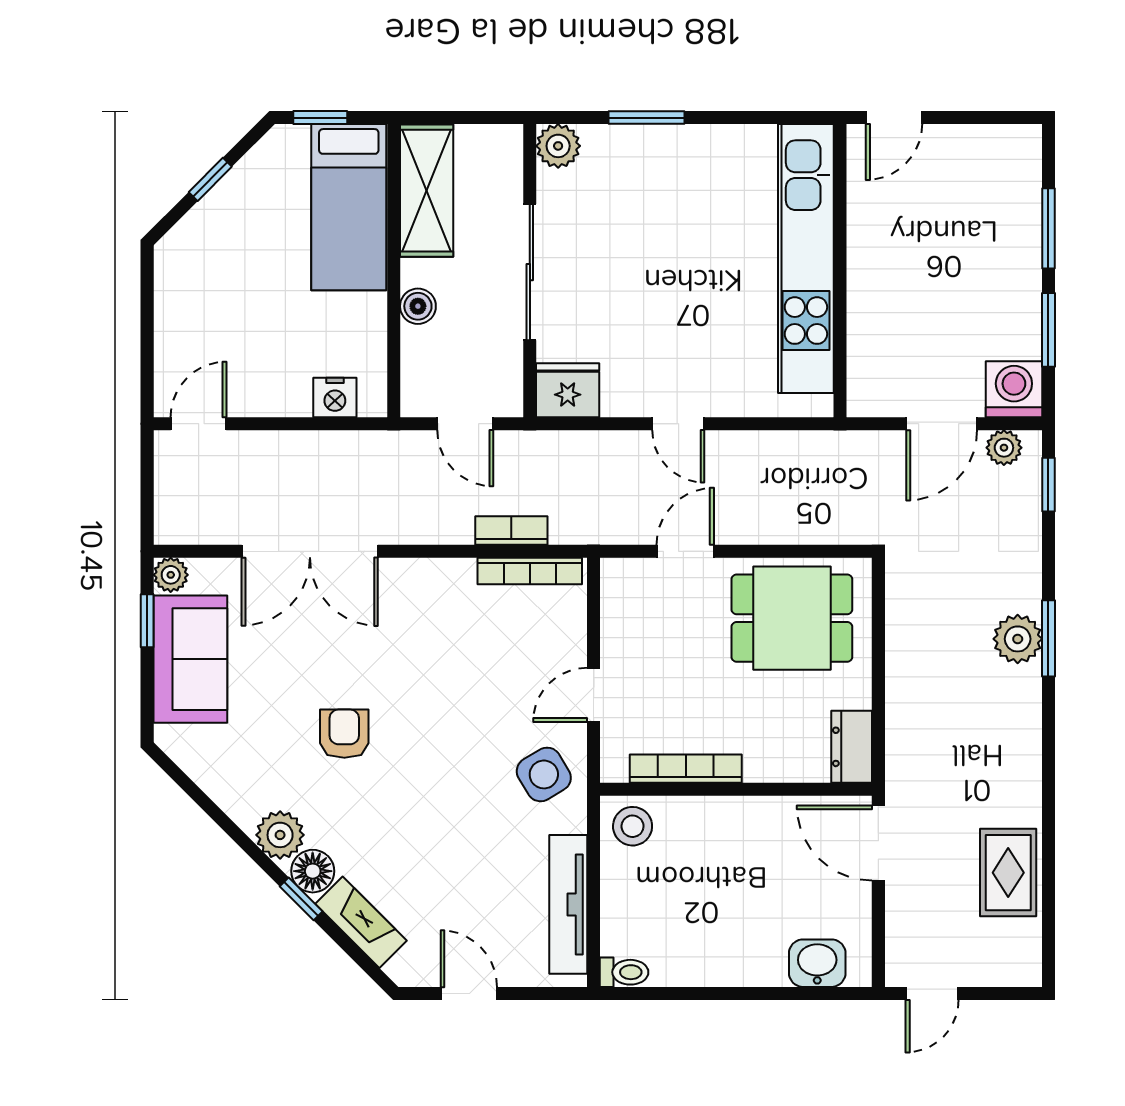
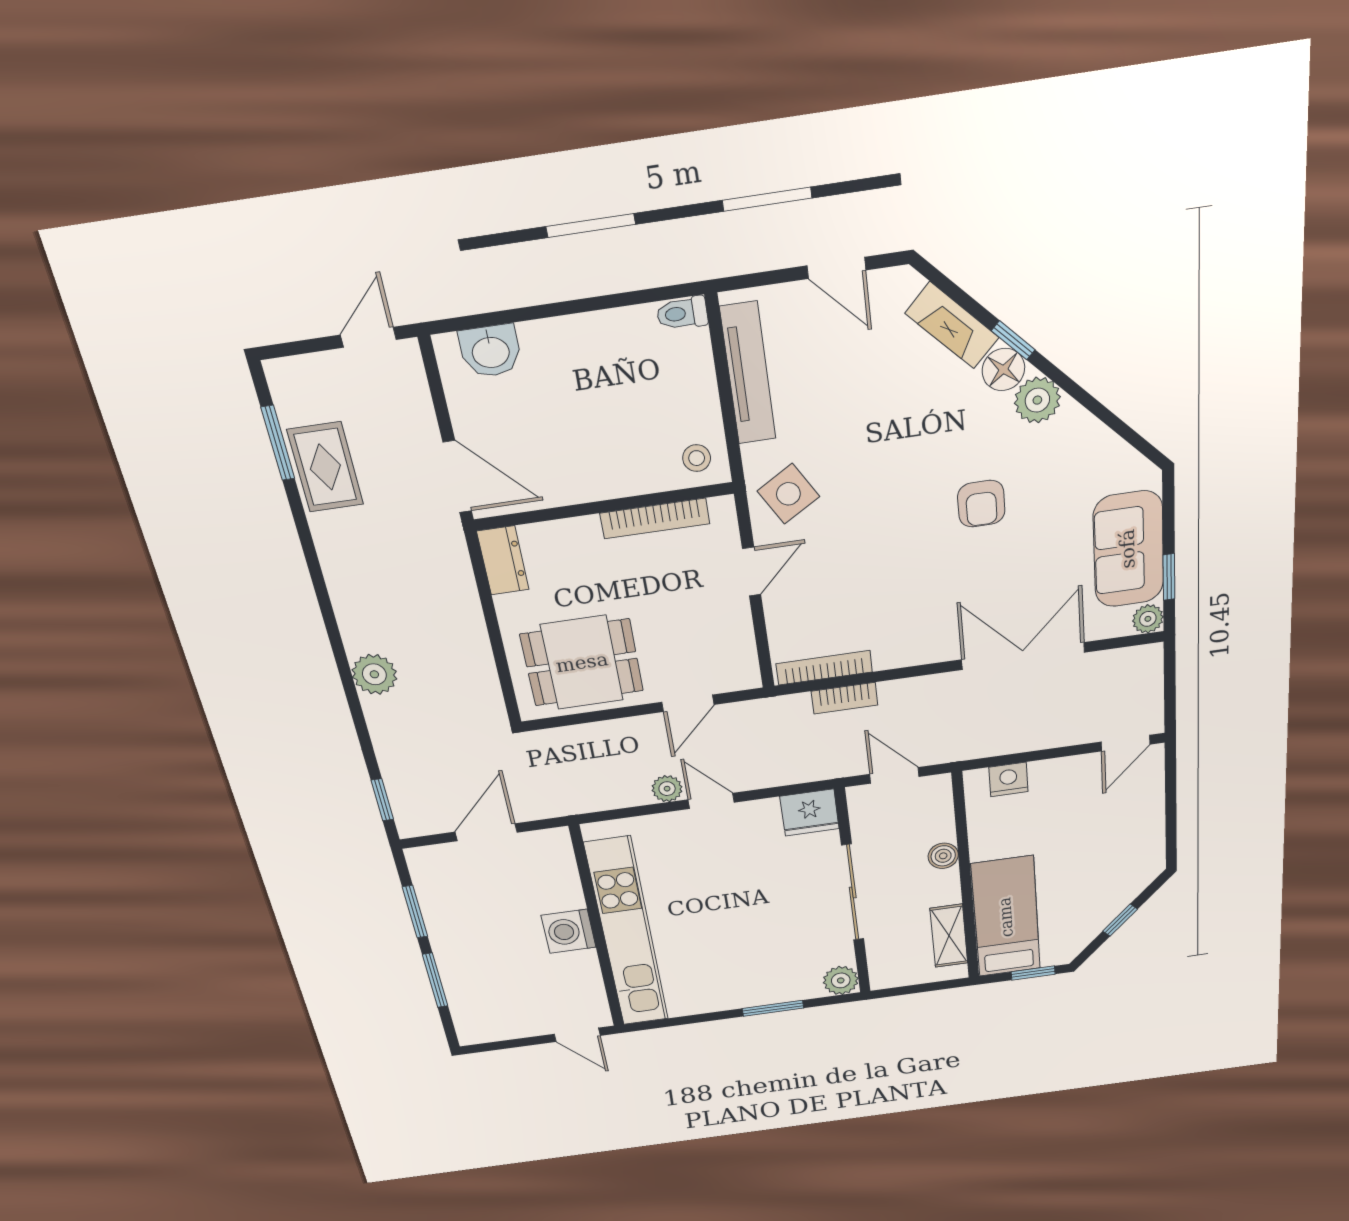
door: (894, 118) -> (577, 1035), swing flipped
shelving: (427, 191) -> (949, 936), width x0.67, depth x0.75
washing machine: (1014, 389) -> (569, 931), moved, turned 90
plant: (1004, 448) -> (667, 789), moved
window: (1048, 638) -> (278, 443), moved
stool: (633, 826) -> (697, 458), width x0.73, depth x0.73

